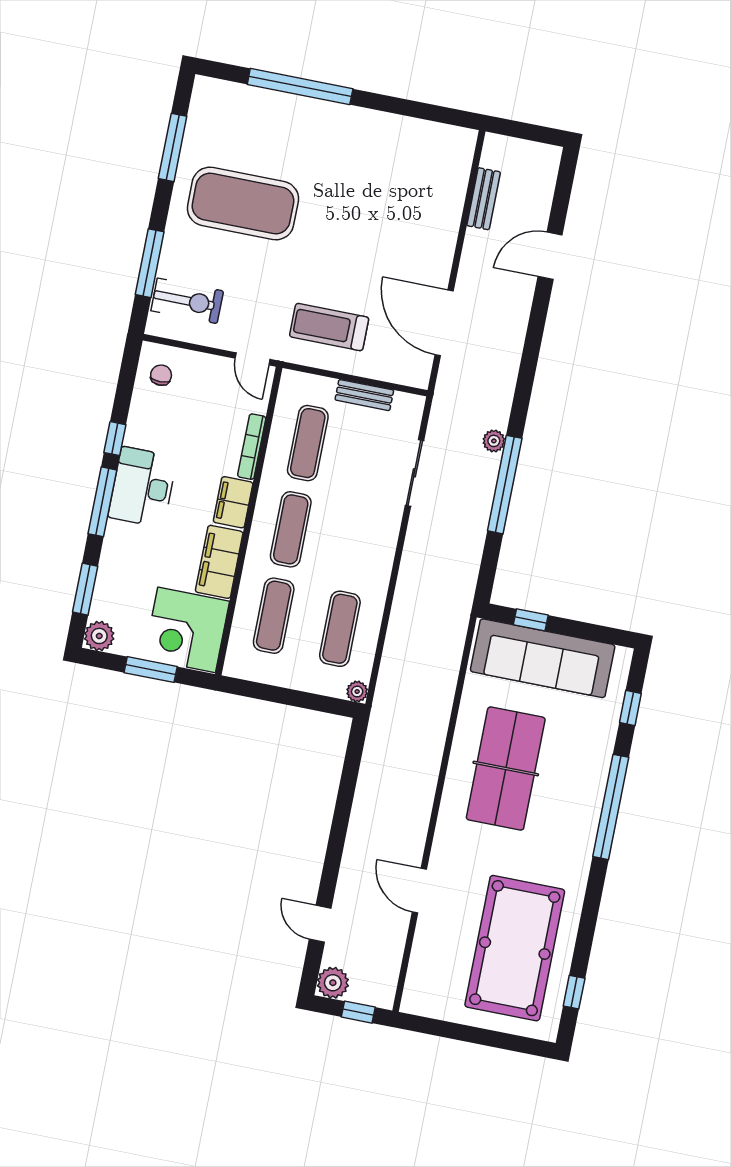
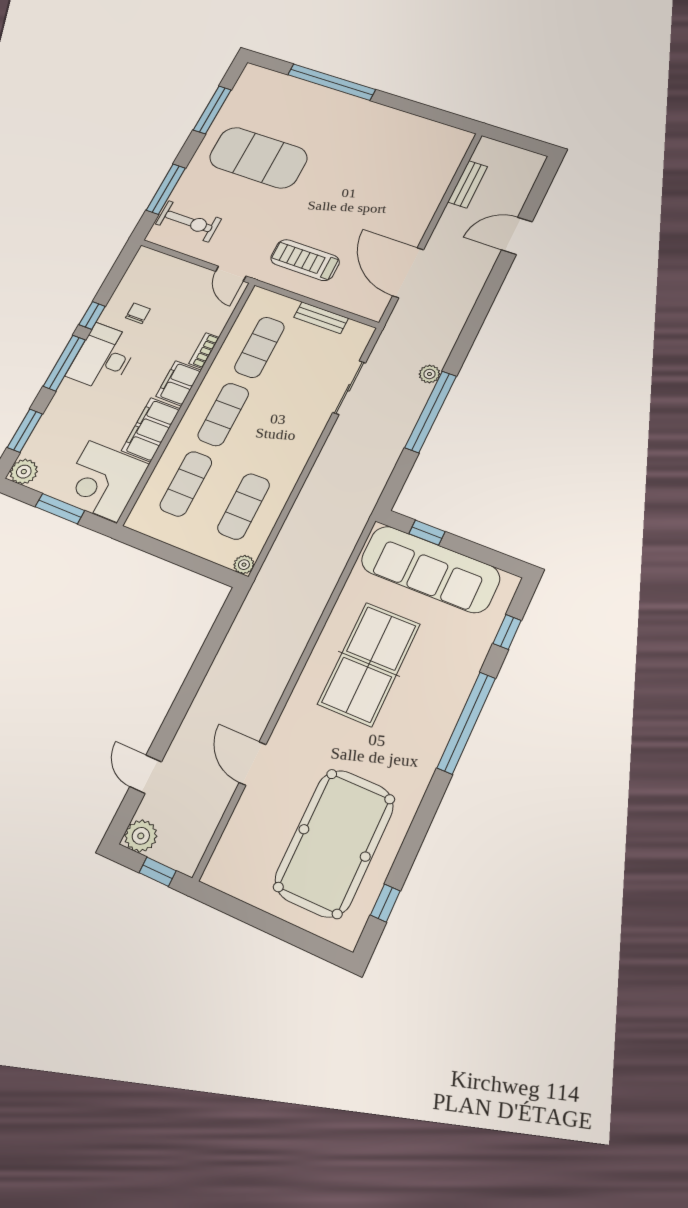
chair: (161, 375) -> (138, 313), moved
bookcase: (252, 447) -> (204, 350), width x0.64

